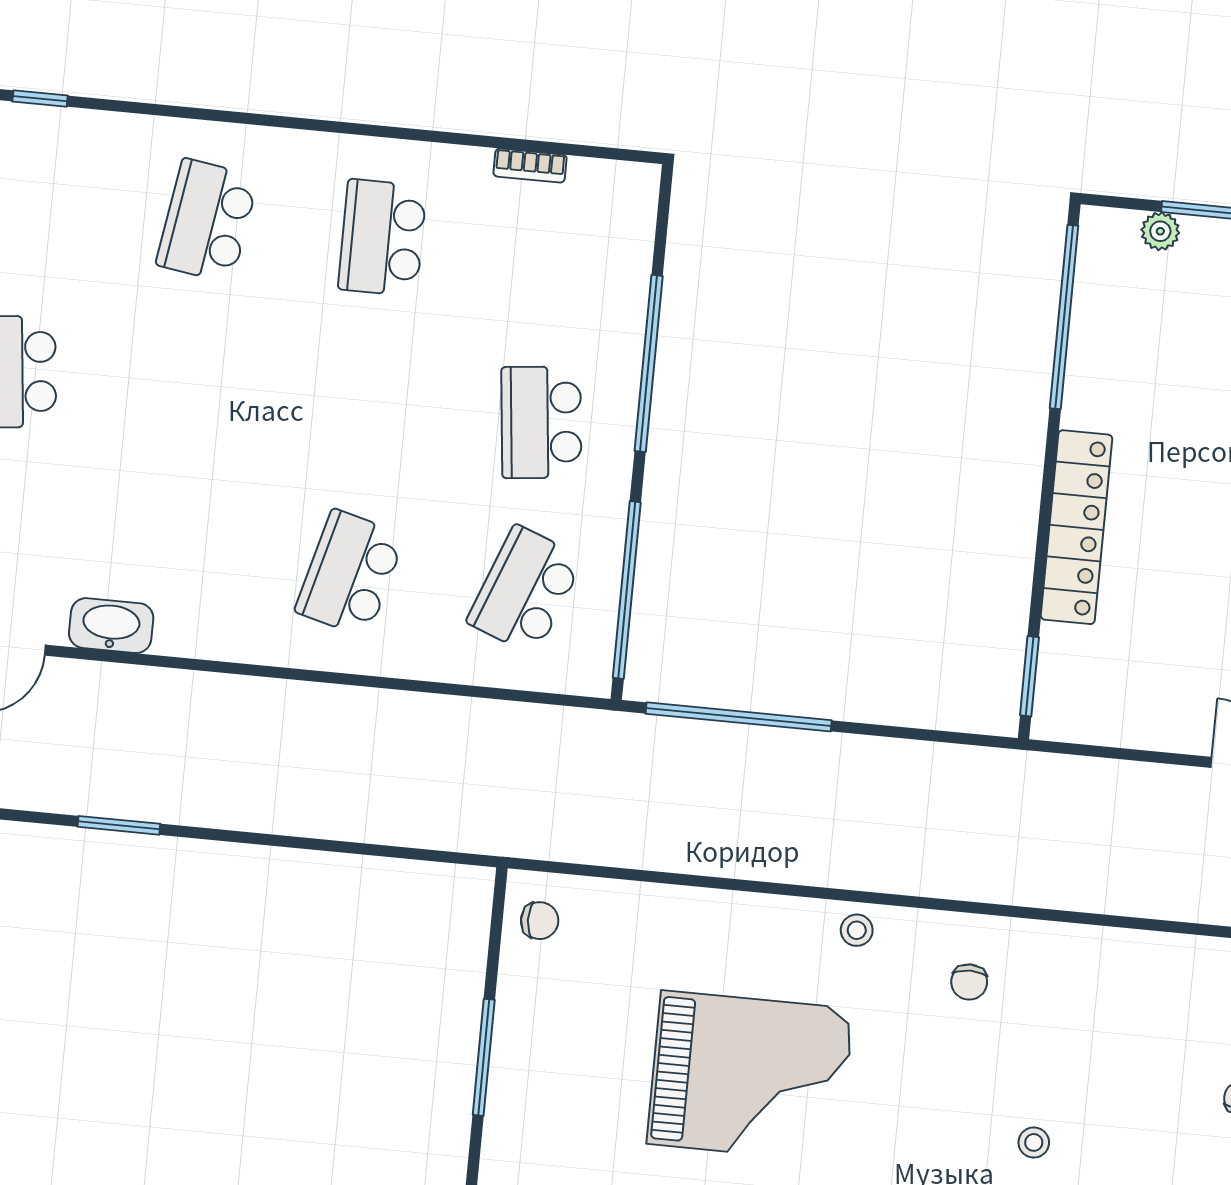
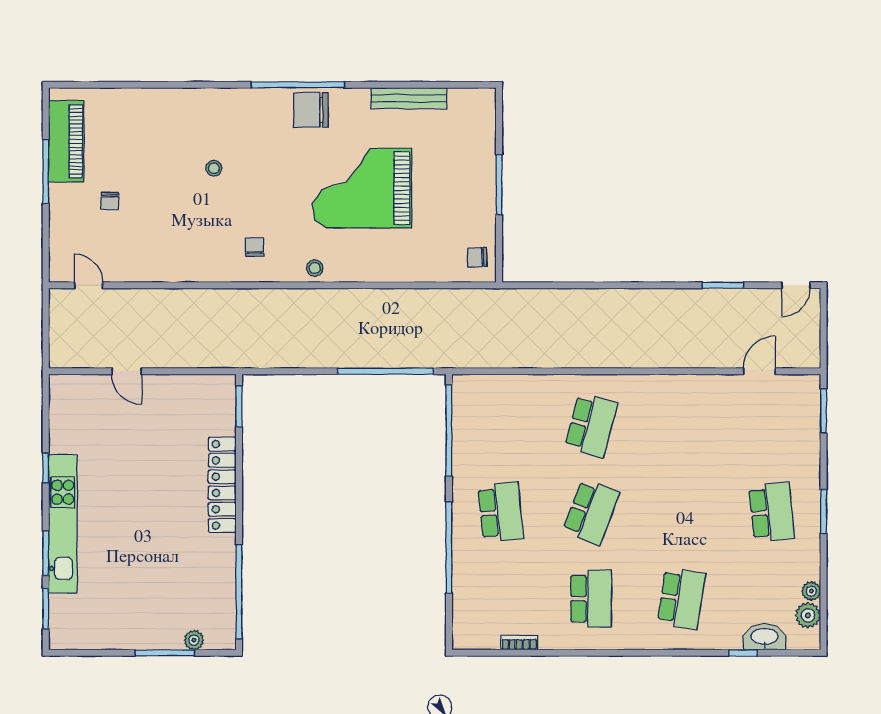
window: (40, 98) -> (743, 653), moved
school desk: (525, 590) -> (591, 512), moved
washbasin: (111, 626) -> (765, 637), moved, turned 180
window: (119, 825) -> (723, 285), moved

